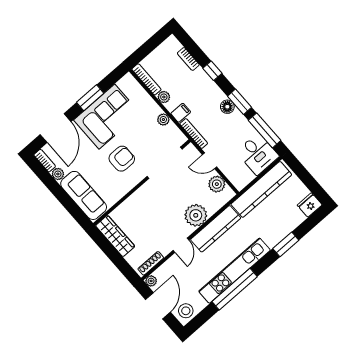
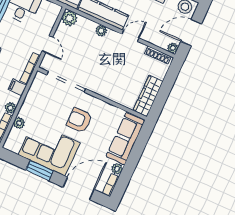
plant: (163, 120) -> (19, 123), moved
plant: (217, 184) -> (69, 18), moved
plant: (196, 215) -> (101, 31), width x0.53, depth x0.53

